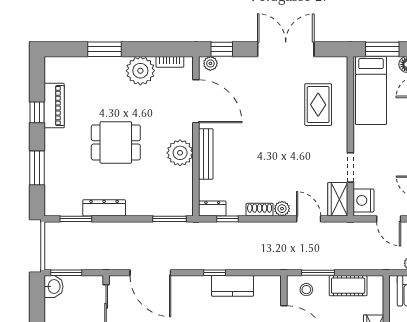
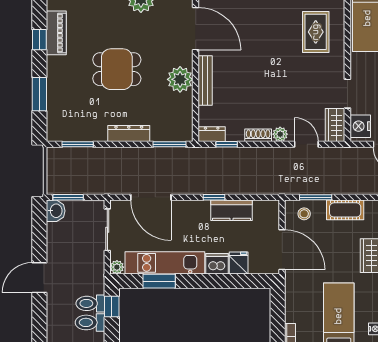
dresser: (104, 208) -> (129, 134), moved

